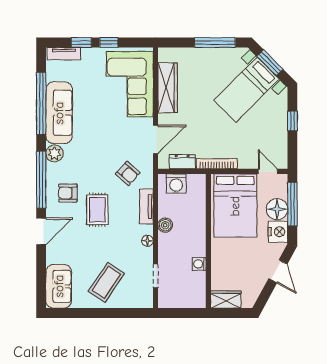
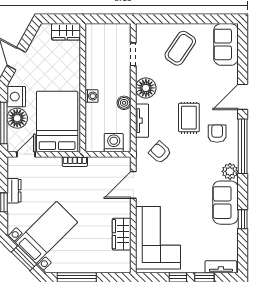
wardrobe: (168, 88) -> (122, 234), width x0.67
window: (41, 103) -> (243, 219), width x0.32
sofa: (59, 113) -> (225, 203), width x0.73
dresser: (182, 162) -> (14, 191), moved, turned -90
bookcase: (217, 164) -> (75, 162), width x0.64
door: (268, 171) -> (26, 154), swing flipped
armchair: (68, 193) -> (217, 134), turned -90
floor lamp: (148, 241) -> (146, 88), width x1.89, depth x1.89
washing machine: (199, 264) -> (91, 96), moved

